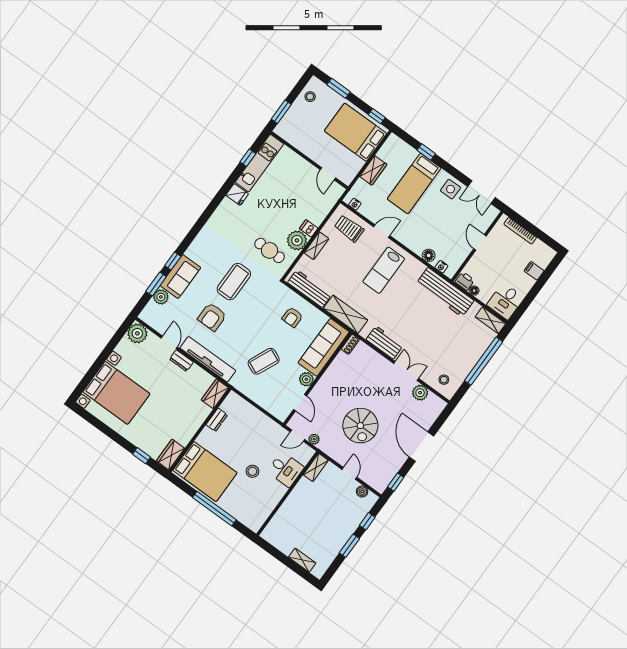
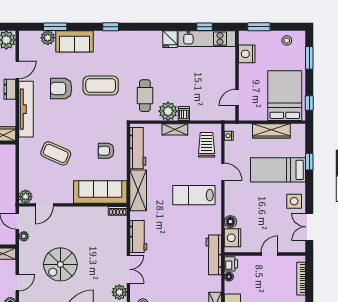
nightstand: (297, 139) -> (247, 54), added
wardrobe: (373, 170) -> (271, 131), width x1.50
window: (173, 261) -> (111, 27), moved
nightstand: (441, 267) -> (233, 238), width x1.89, depth x1.79
workbench: (445, 292) -> (214, 255), width x0.73, depth x0.76
plant: (306, 379) -> (26, 197), moved

